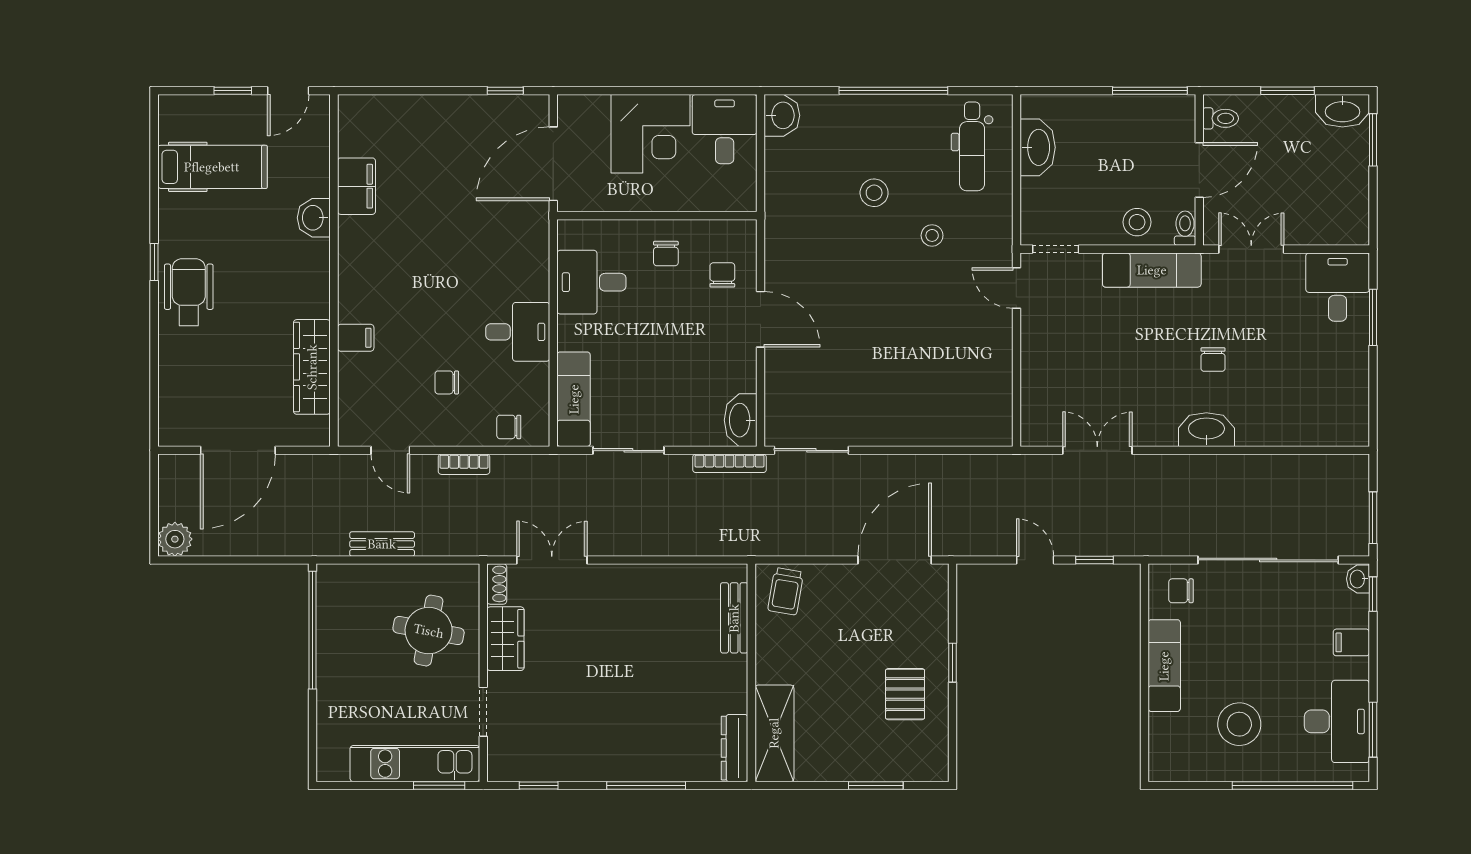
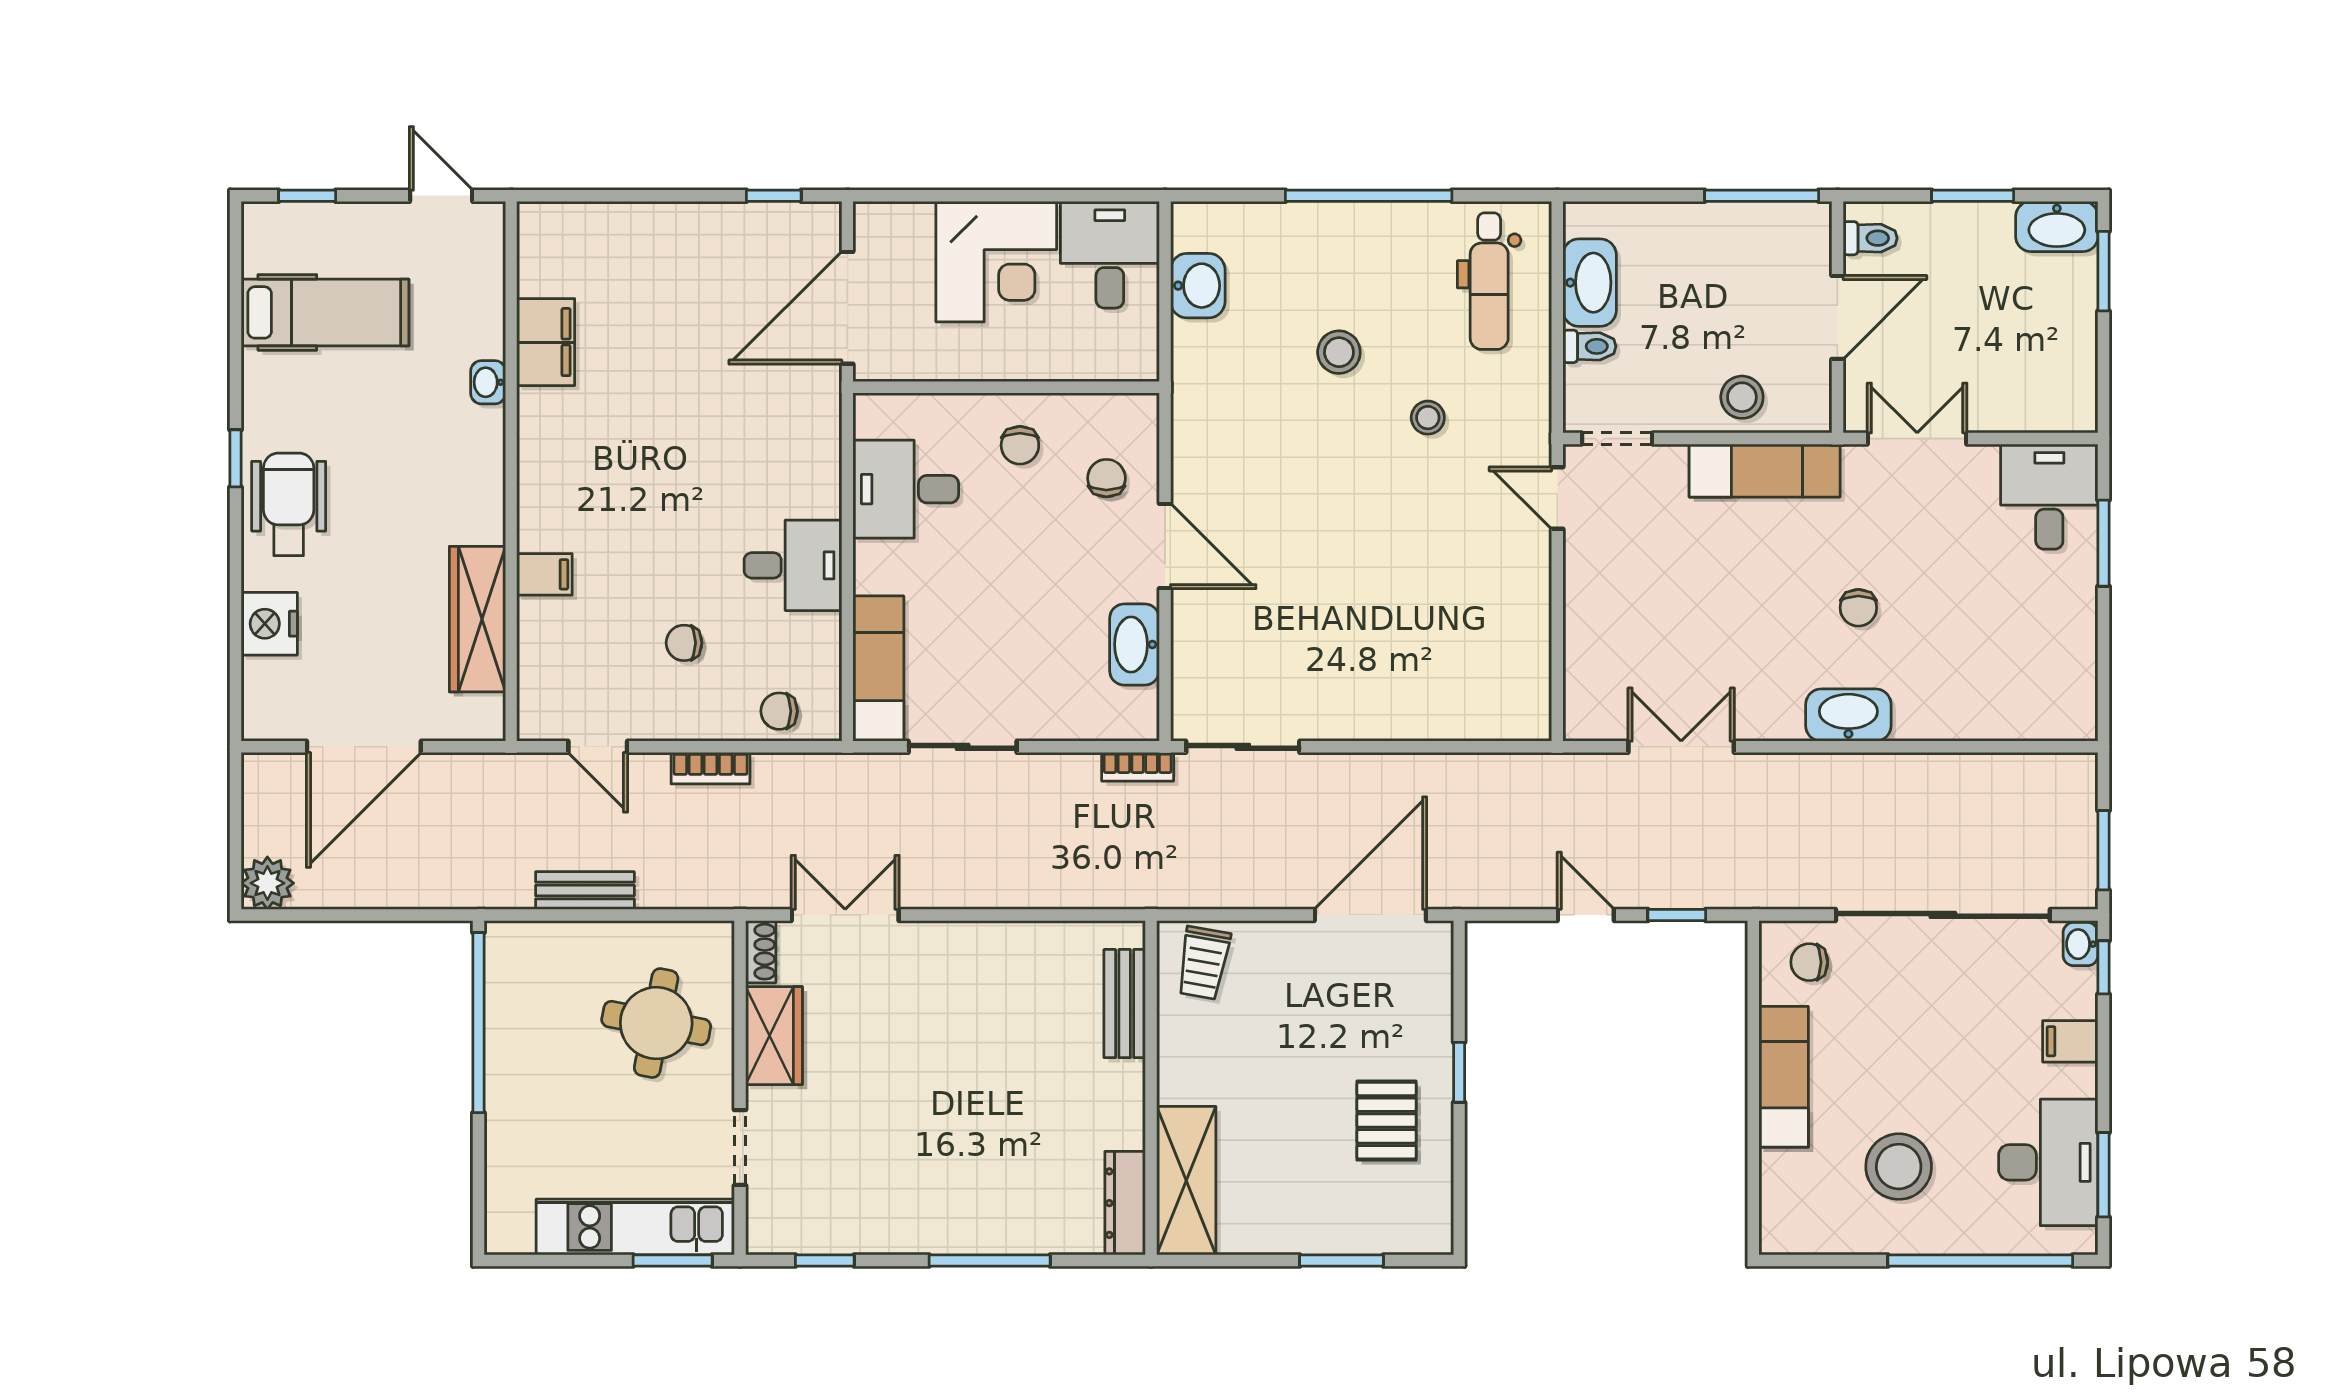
window: (233, 91) -> (307, 196), moved
door: (288, 91) -> (441, 196), swing flipped
washbasin: (782, 115) -> (1198, 286), moved
washbasin: (314, 218) -> (488, 382), width x0.72, depth x0.69
toilet: (1185, 228) -> (1589, 346), moved, turned 90
nightstand: (176, 370) -> (269, 624), added
washbasin: (741, 420) -> (1134, 644), moved
bookcase: (729, 463) -> (1138, 767), width x0.64

